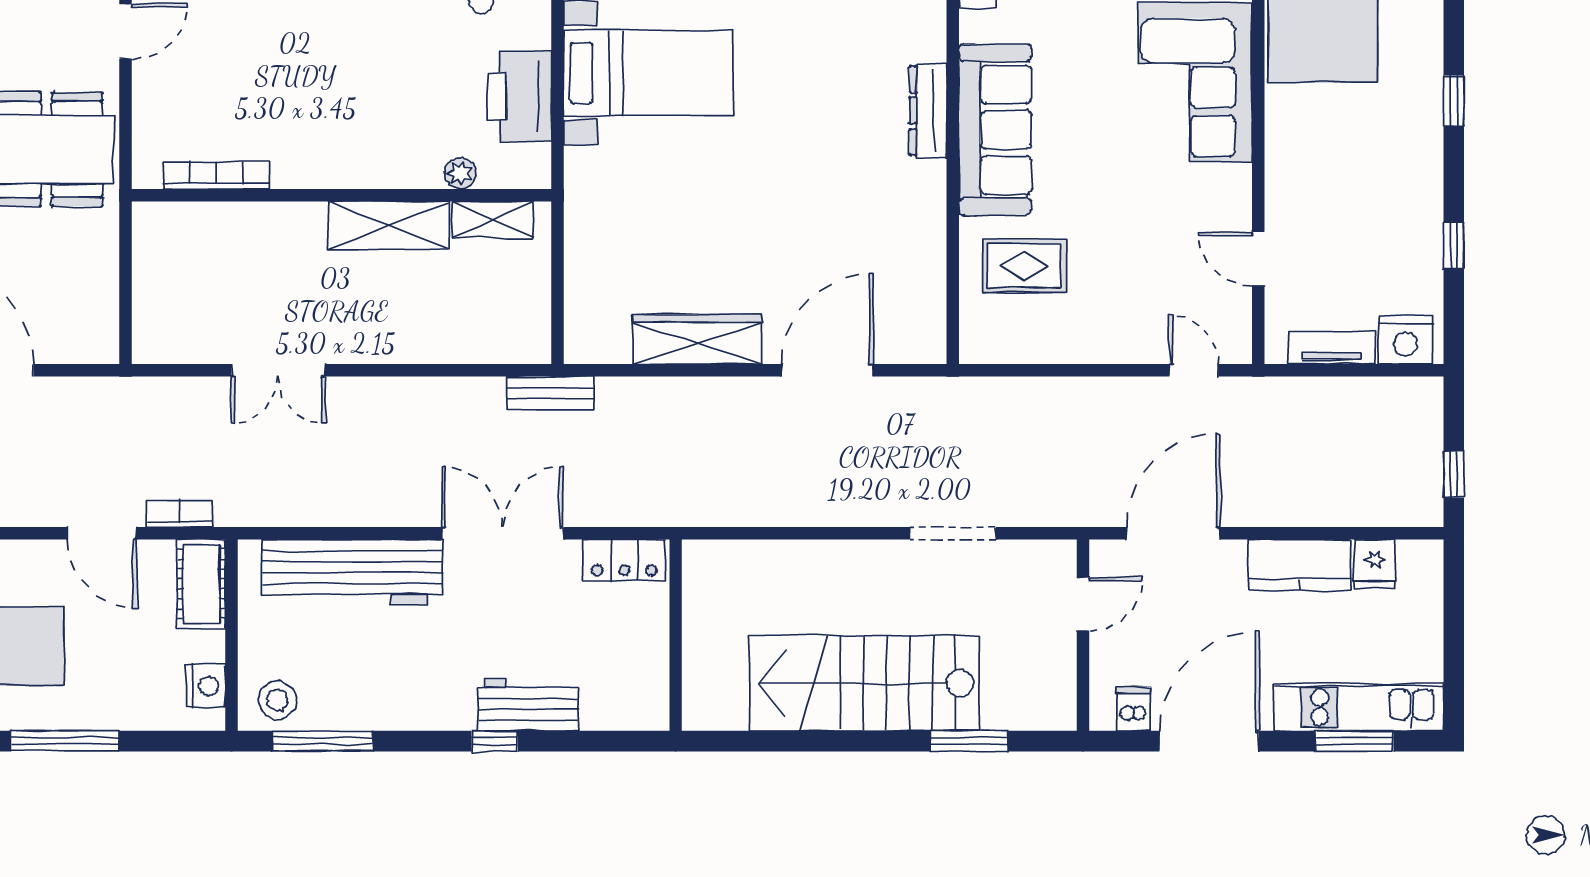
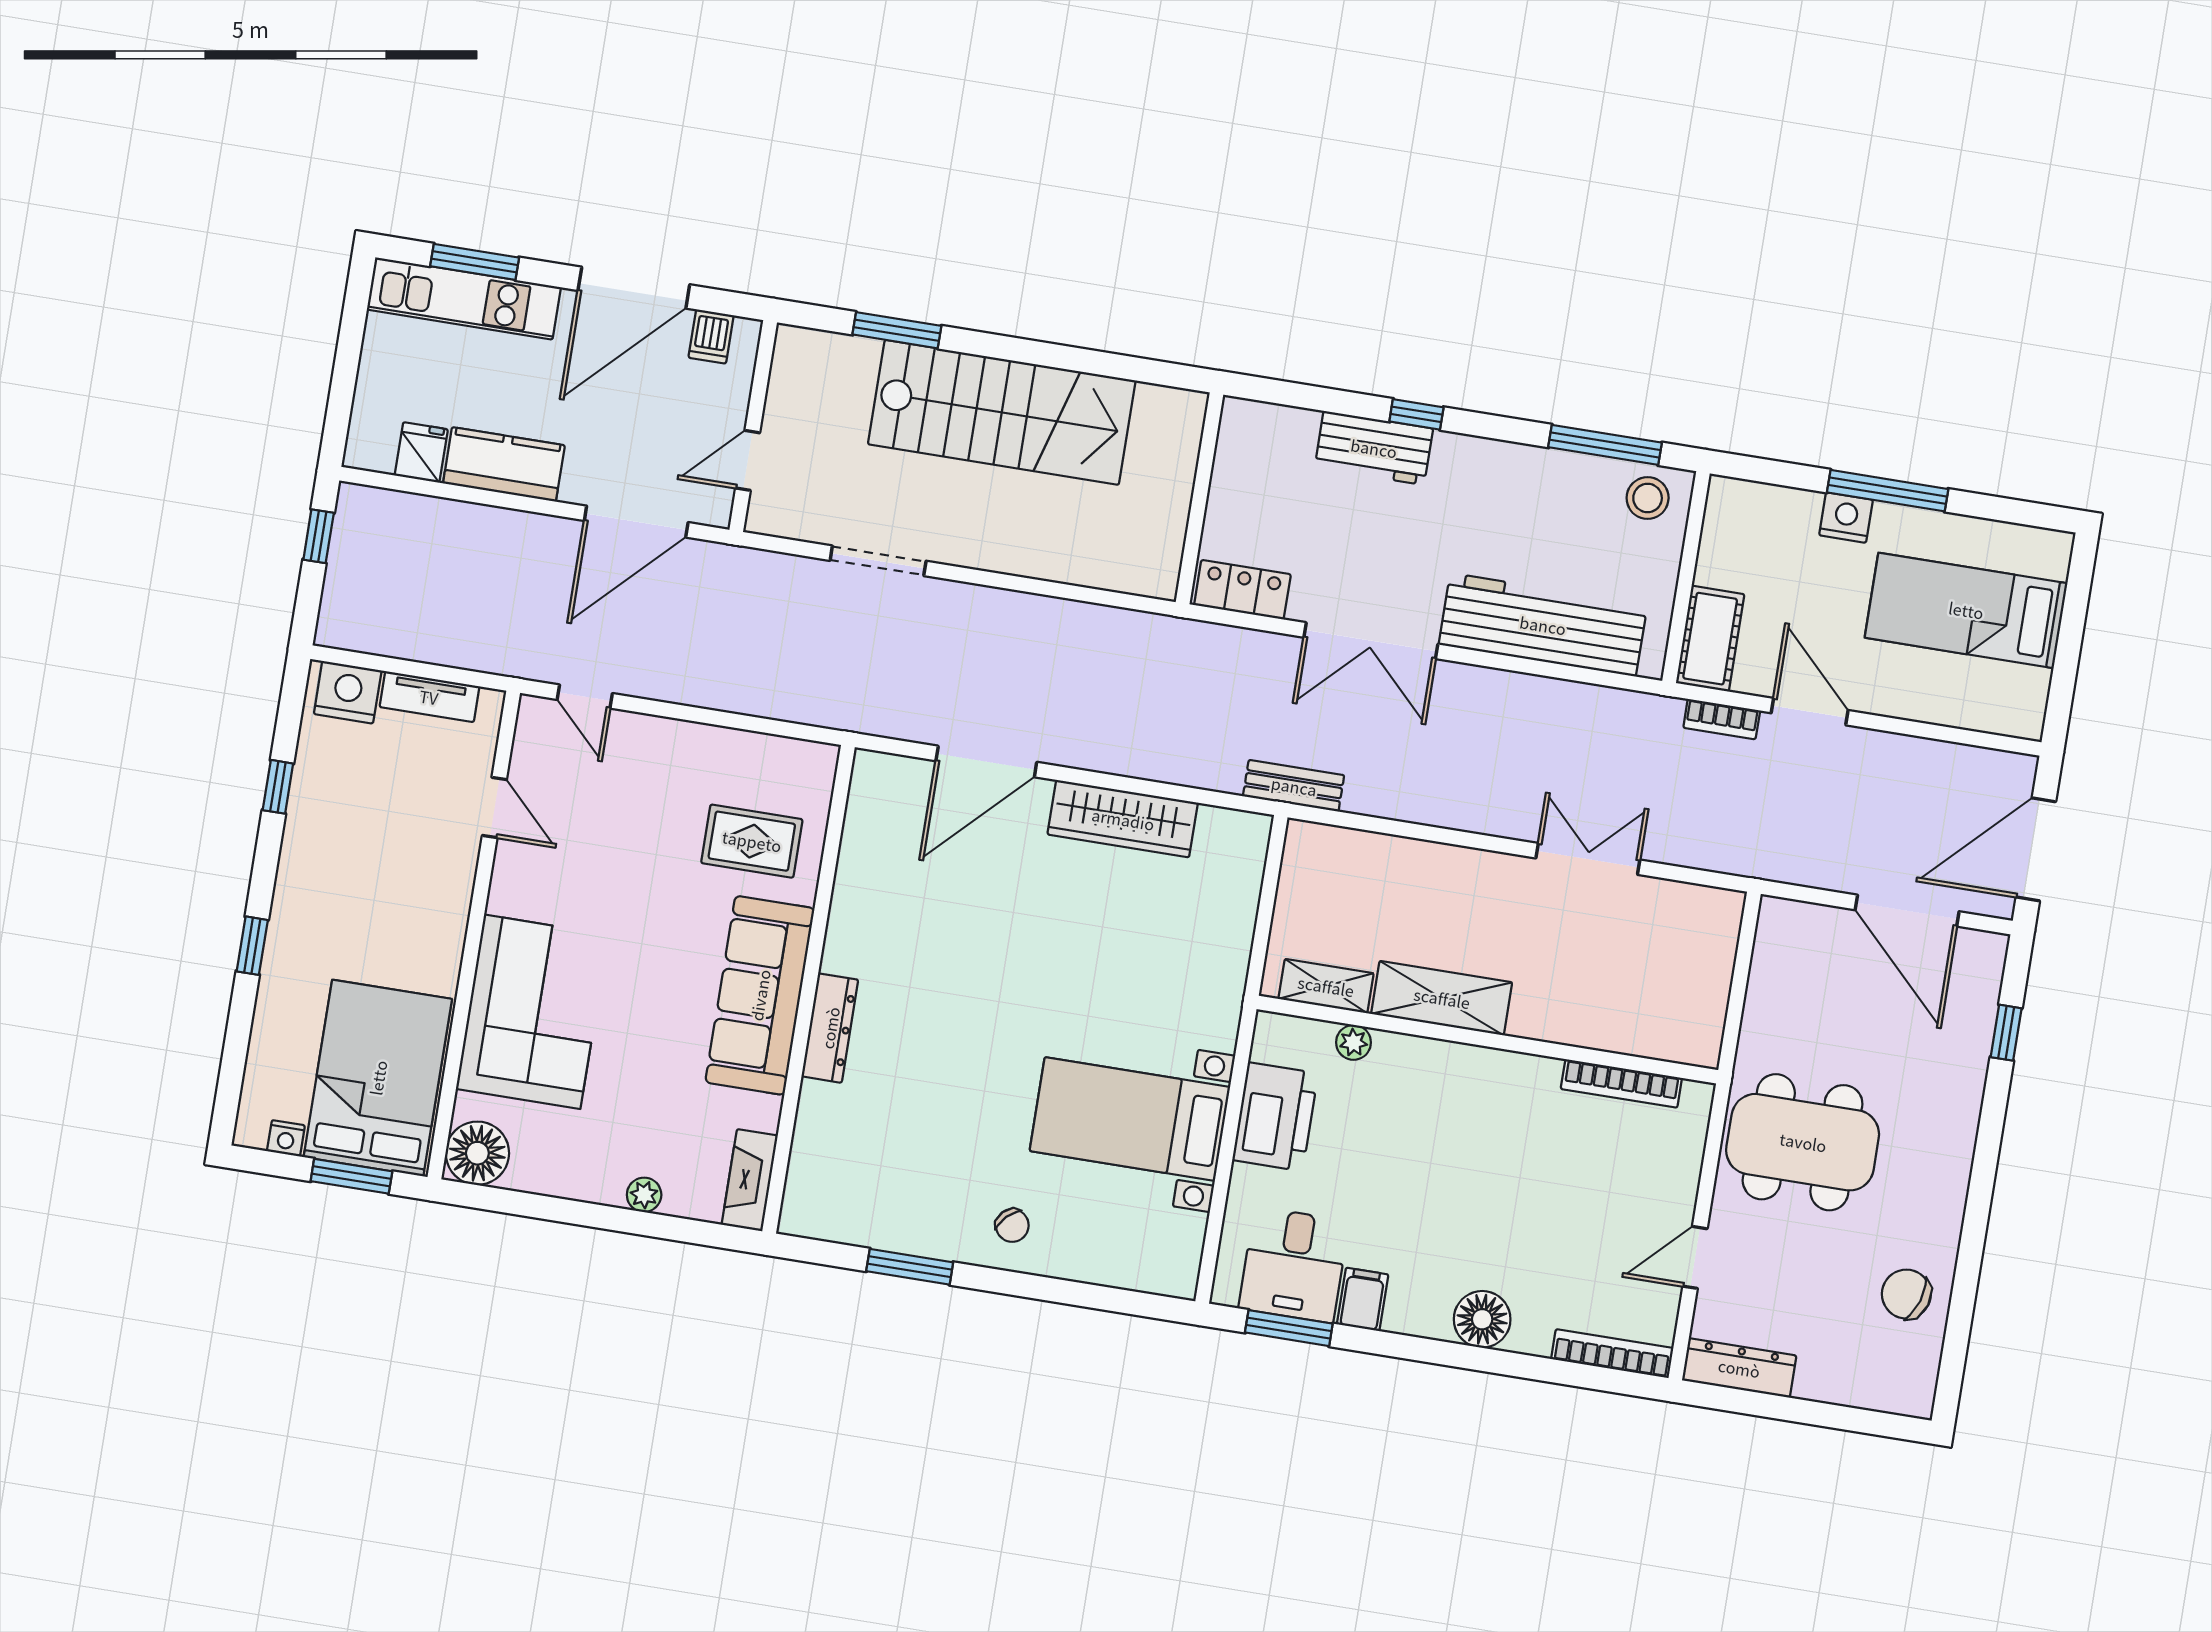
nightstand: (206, 686) -> (1846, 518), moved, turned 90

